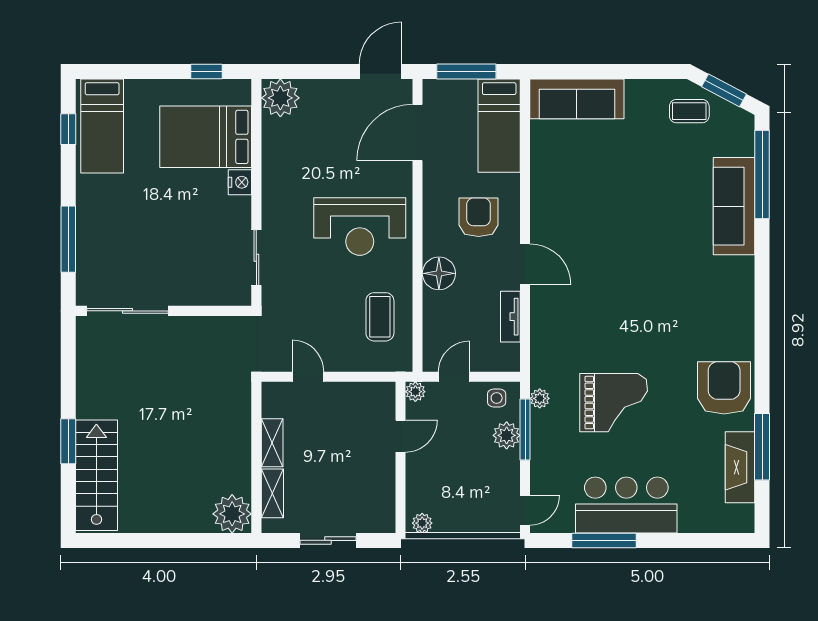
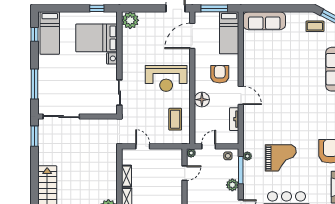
plant: (507, 435) -> (232, 185), moved
window: (68, 441) -> (34, 136), moved

